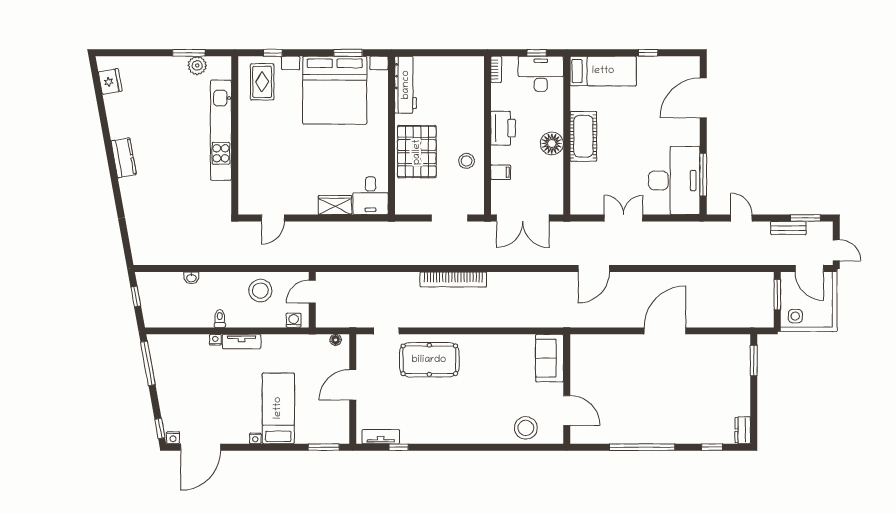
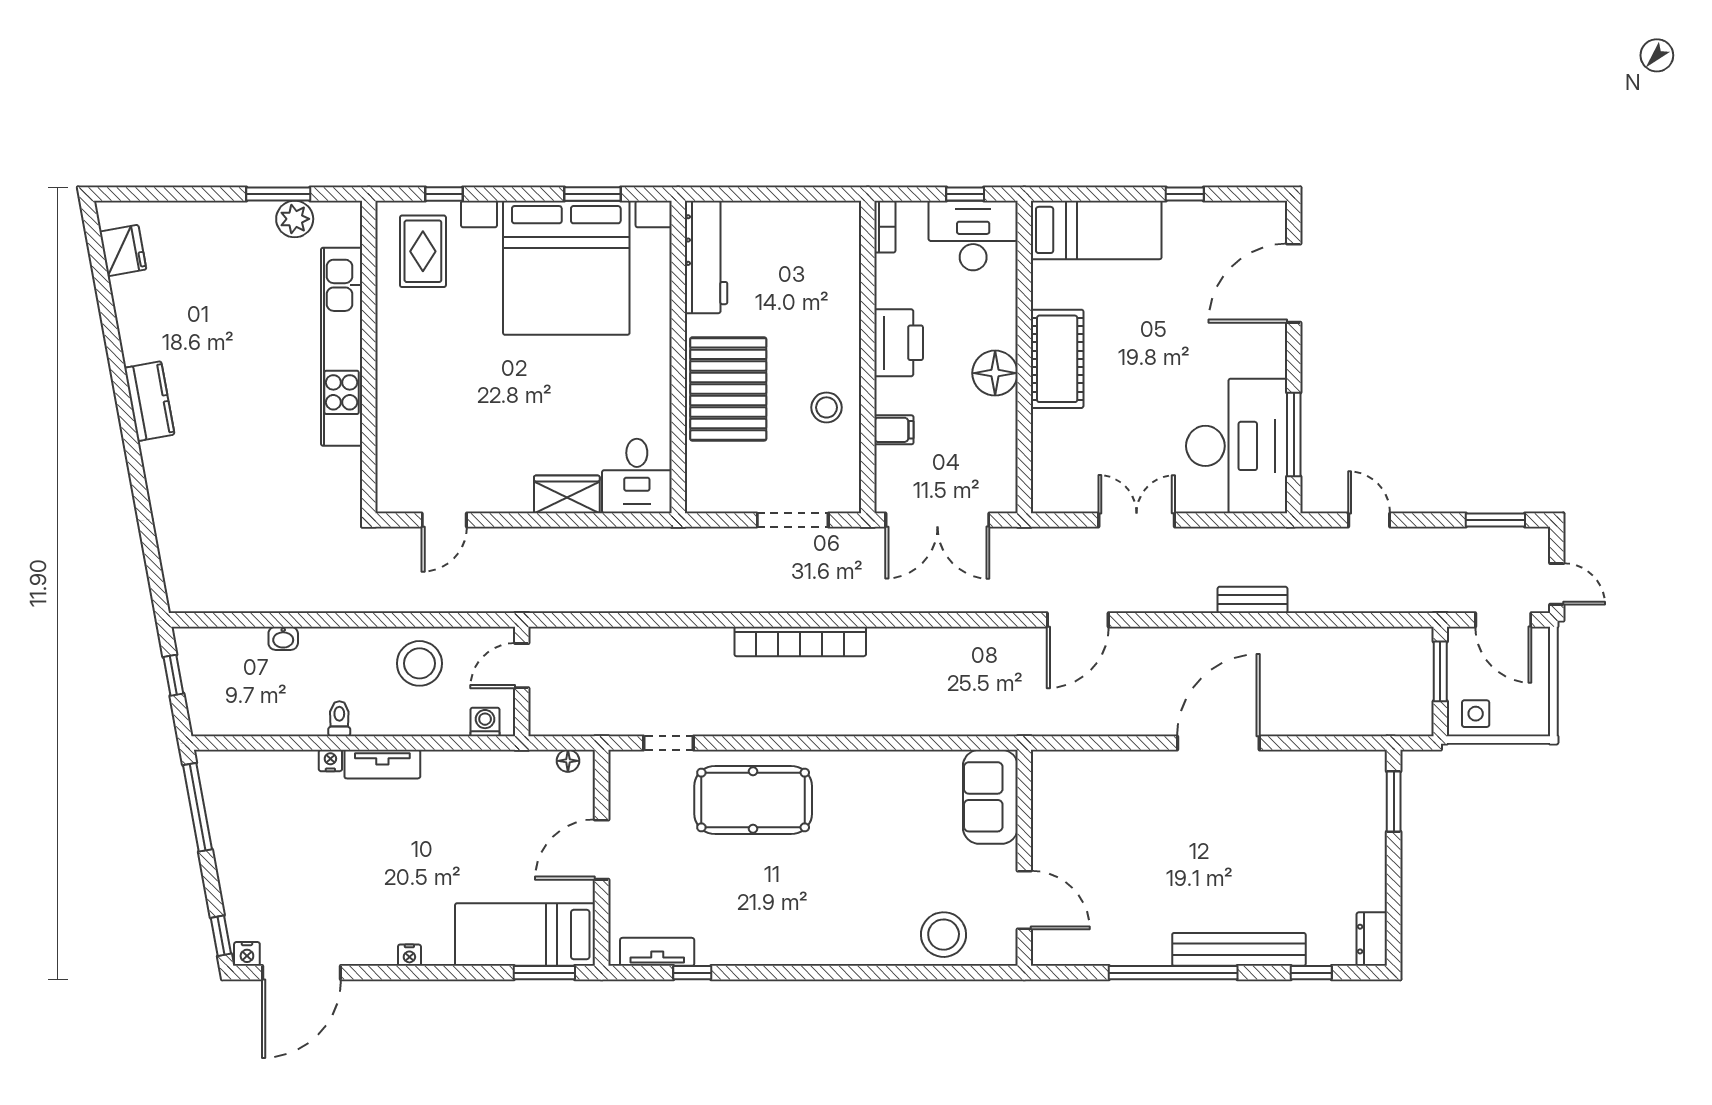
bench: (788, 228) -> (1253, 600), moved
bed: (278, 408) -> (525, 935), moved, turned -90
bench: (675, 435) -> (1239, 949), added

